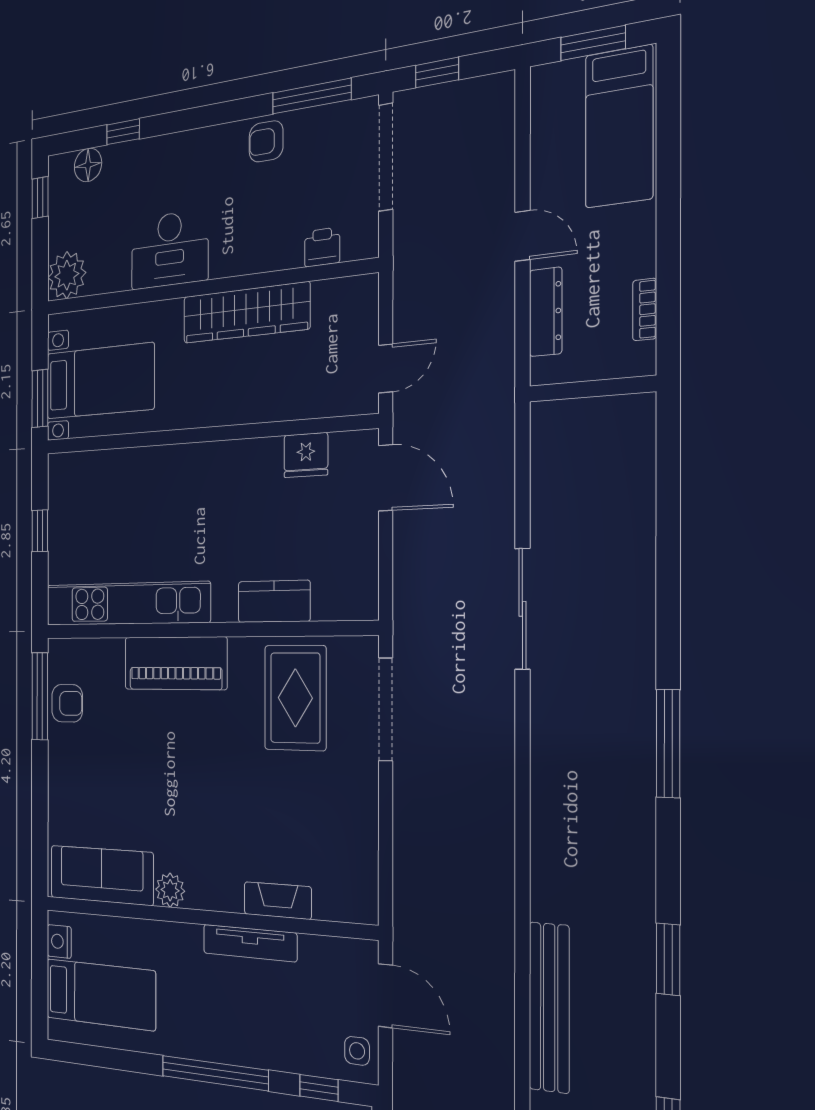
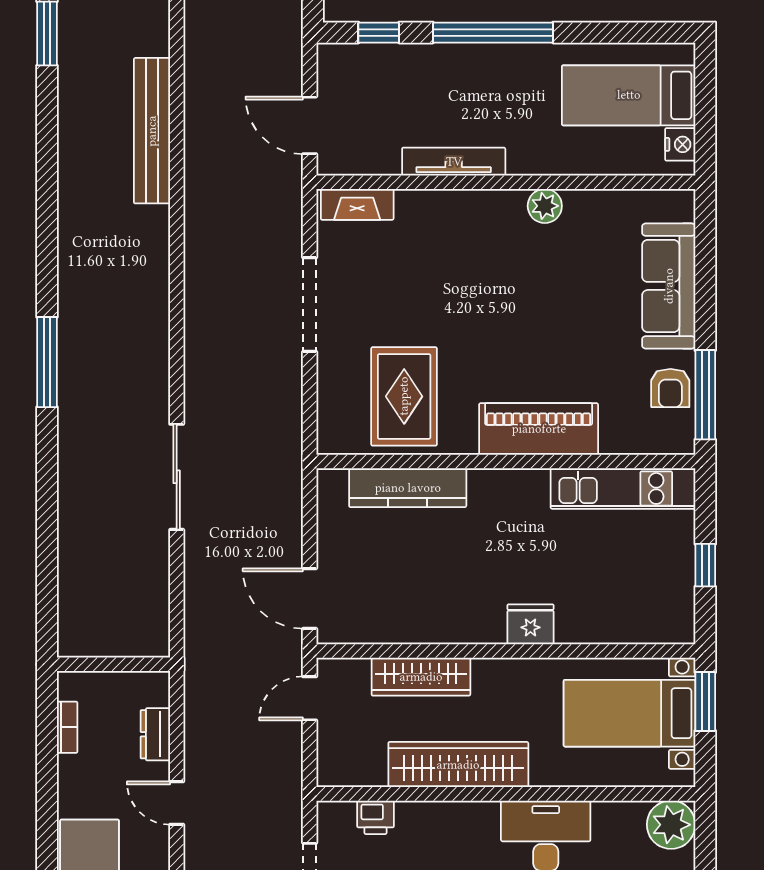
dresser: (546, 312) -> (155, 734), width x0.70
wardrobe: (280, 402) -> (421, 677), added
fridge: (306, 455) -> (530, 624), moved
kitchen counter: (274, 601) -> (408, 488), width x1.50
kitchen unit: (127, 604) -> (623, 488), width x0.73
armchair: (67, 703) -> (670, 388), turned -90
doorway: (386, 709) -> (310, 305), moved
sofa: (102, 875) -> (669, 286), moved, turned 90
fireplace: (278, 901) -> (357, 204), moved
window: (668, 959) -> (47, 182), removed
side table: (357, 1051) -> (339, 72), removed

